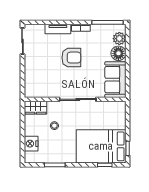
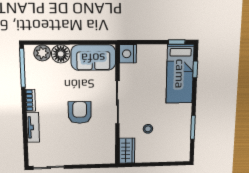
armchair: (71, 58) -> (80, 113), moved
nightstand: (31, 144) -> (128, 54), moved, turned 90
bed: (101, 146) -> (180, 74), width x0.67

